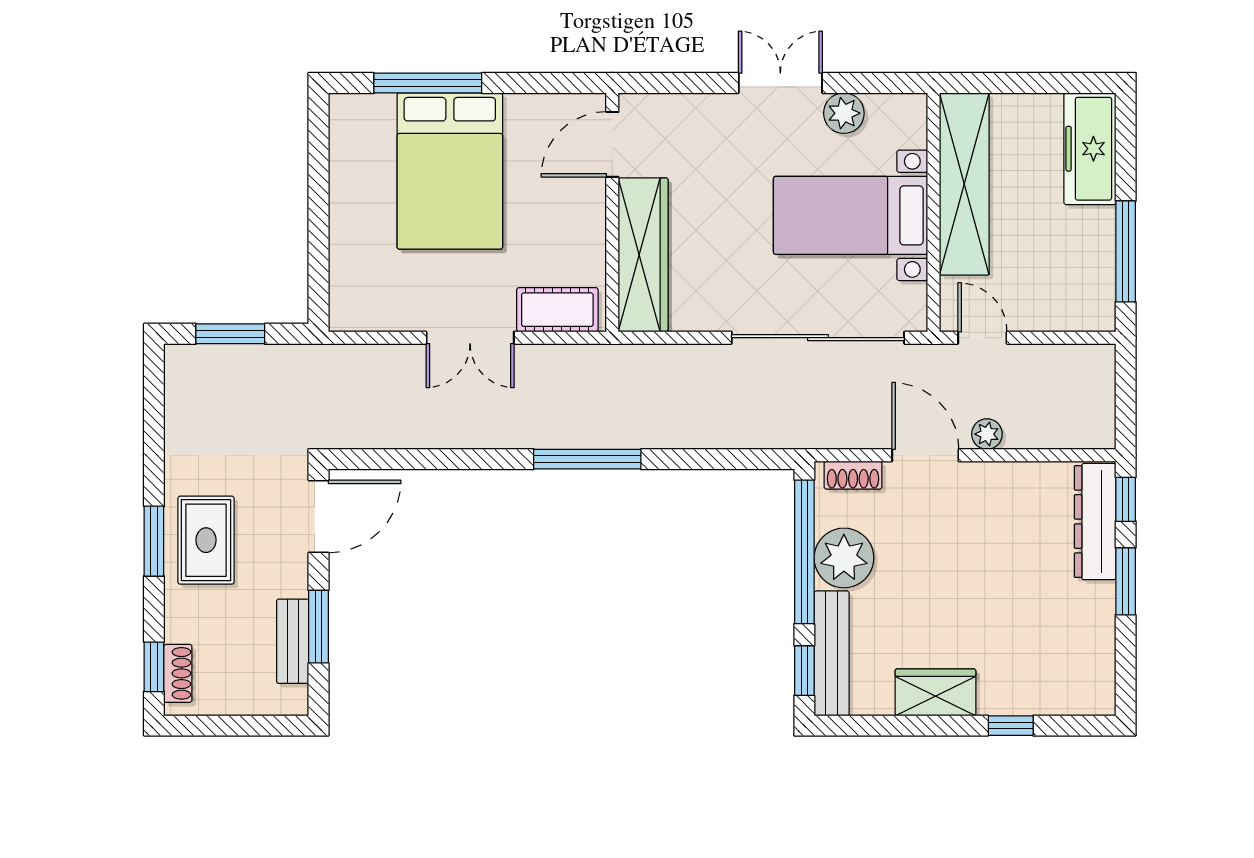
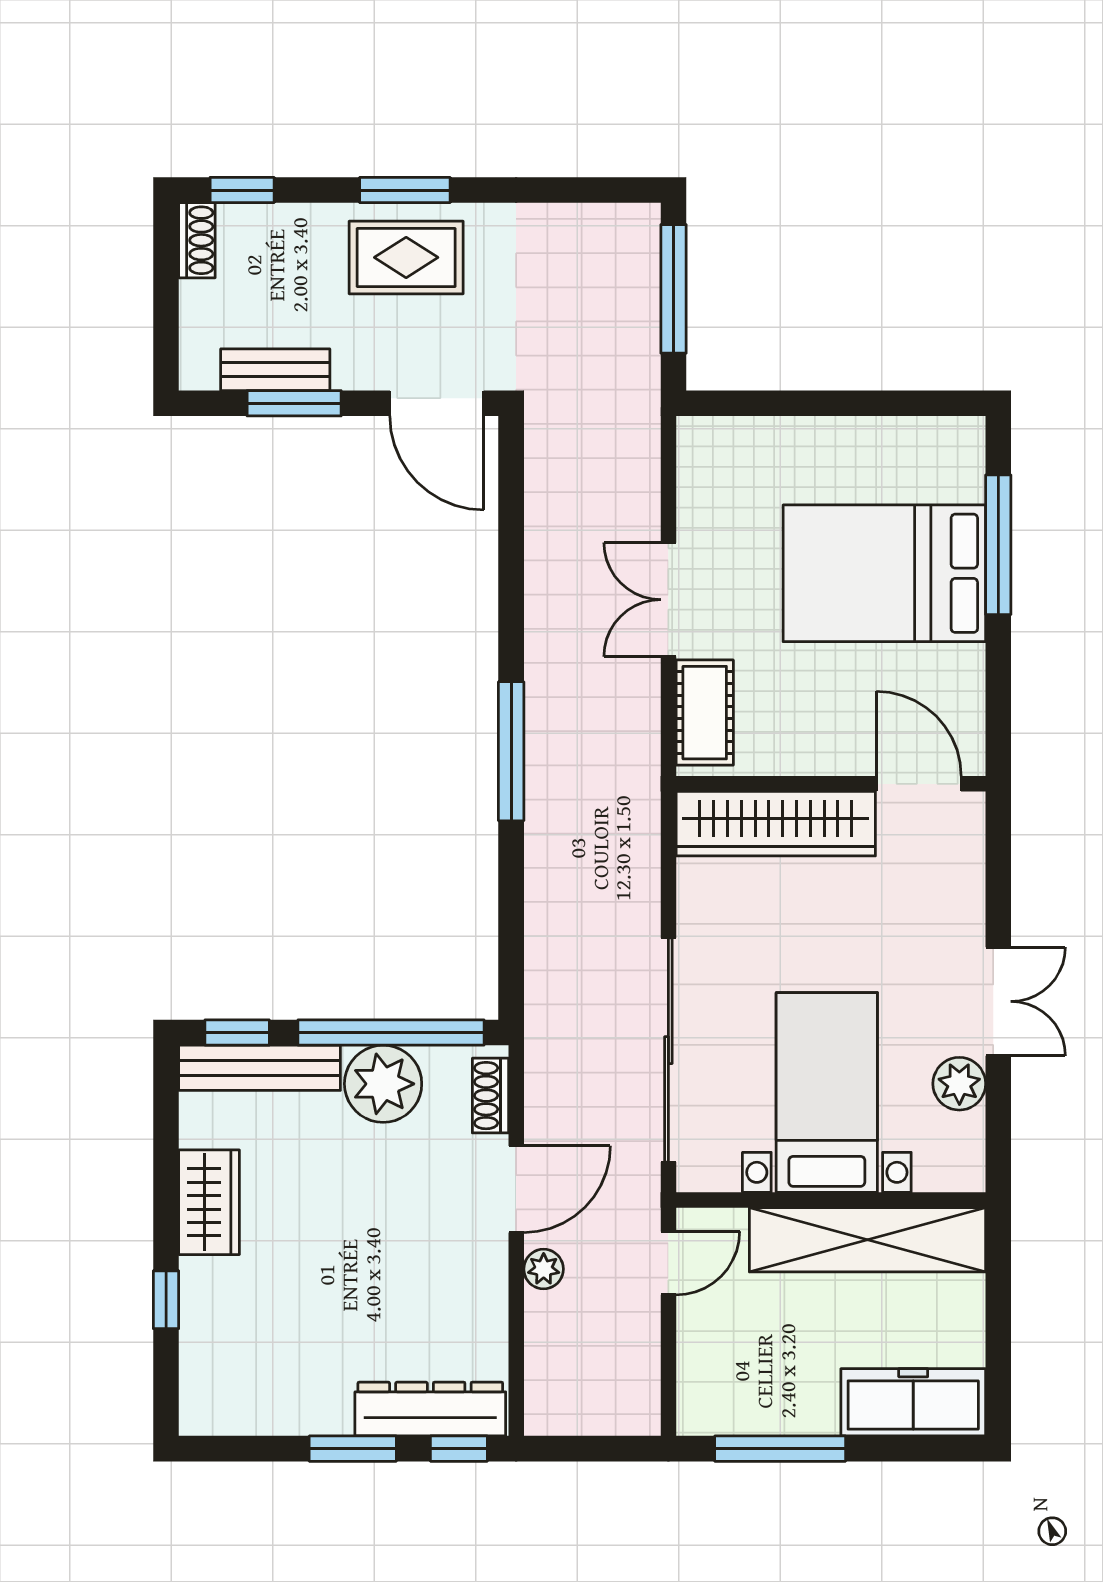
window: (230, 334) -> (674, 289), width x1.44
shoe rack: (178, 673) -> (197, 240), moved, turned -90

